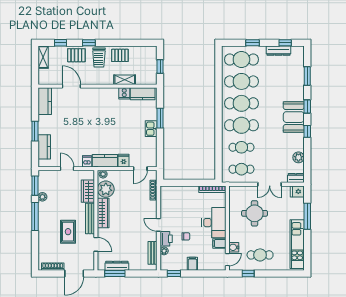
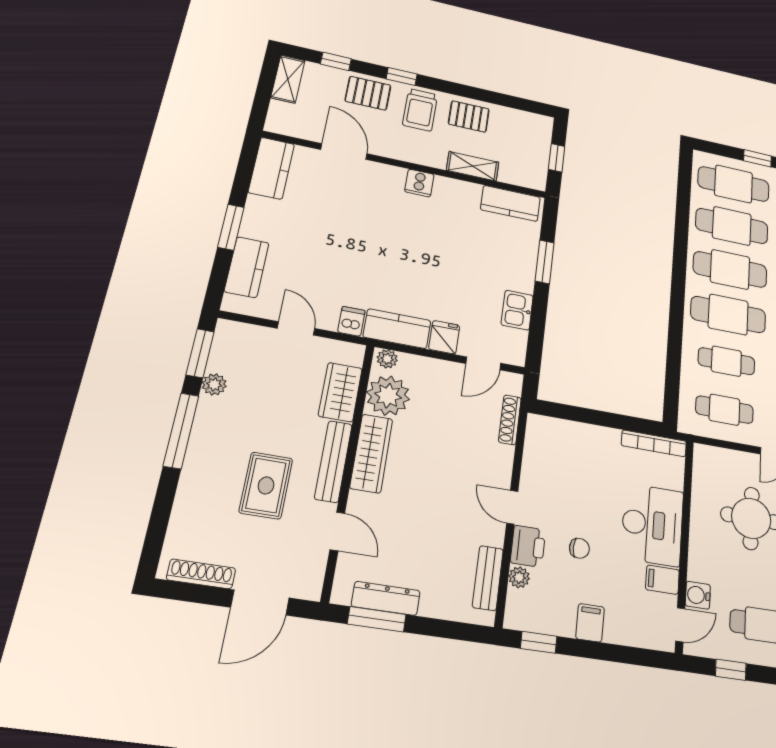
cooker: (124, 93) -> (419, 183), moved
kitchen sink: (151, 129) -> (517, 310), moved

